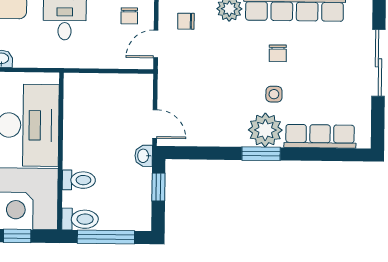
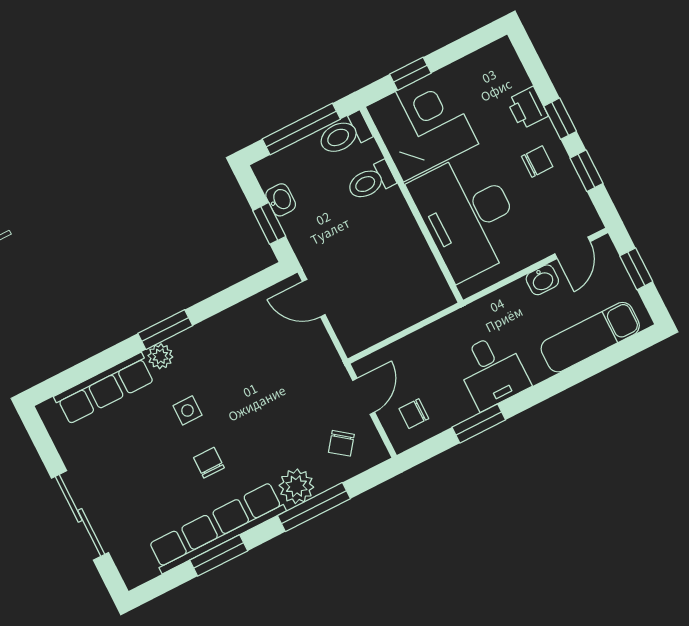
chair: (129, 16) -> (414, 414), turned -90
chair: (186, 21) -> (341, 443), turned 127
plant: (265, 130) -> (160, 356), width x0.53, depth x0.53
washbasin: (144, 156) -> (281, 200), moved

